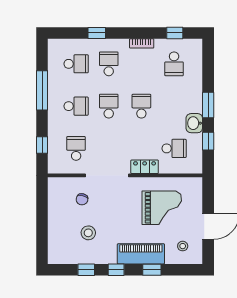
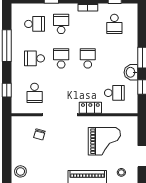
school desk: (76, 106) -> (35, 58), turned 180
school desk: (76, 148) -> (35, 93), turned 180
stool: (88, 233) -> (20, 171), moved

